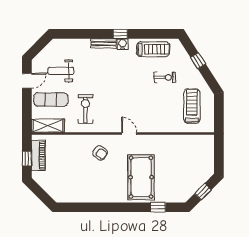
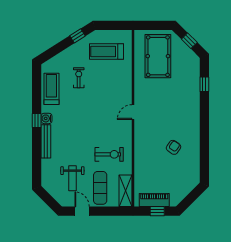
bench: (103, 43) -> (46, 141), width x1.36
window: (198, 61) -> (77, 36), moved
exercise bike: (85, 109) -> (109, 154), turned 180
armchair: (100, 153) -> (174, 147), moved
pool table: (141, 177) -> (158, 56), moved, turned 90

